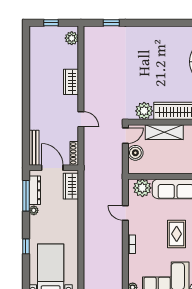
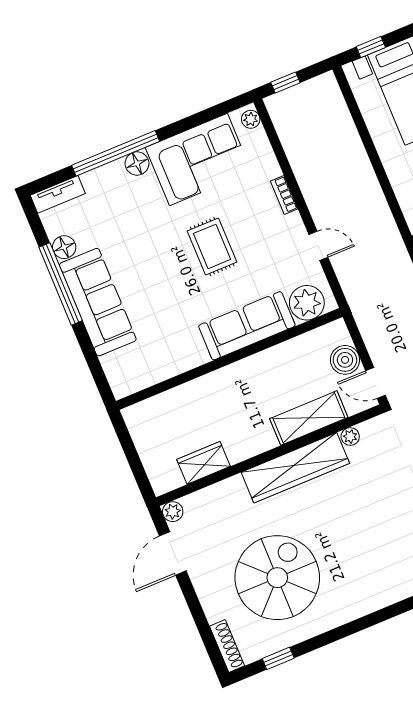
plant: (144, 111) -> (350, 437), width x0.53, depth x0.53
door: (125, 136) -> (375, 383), hinge flipped

